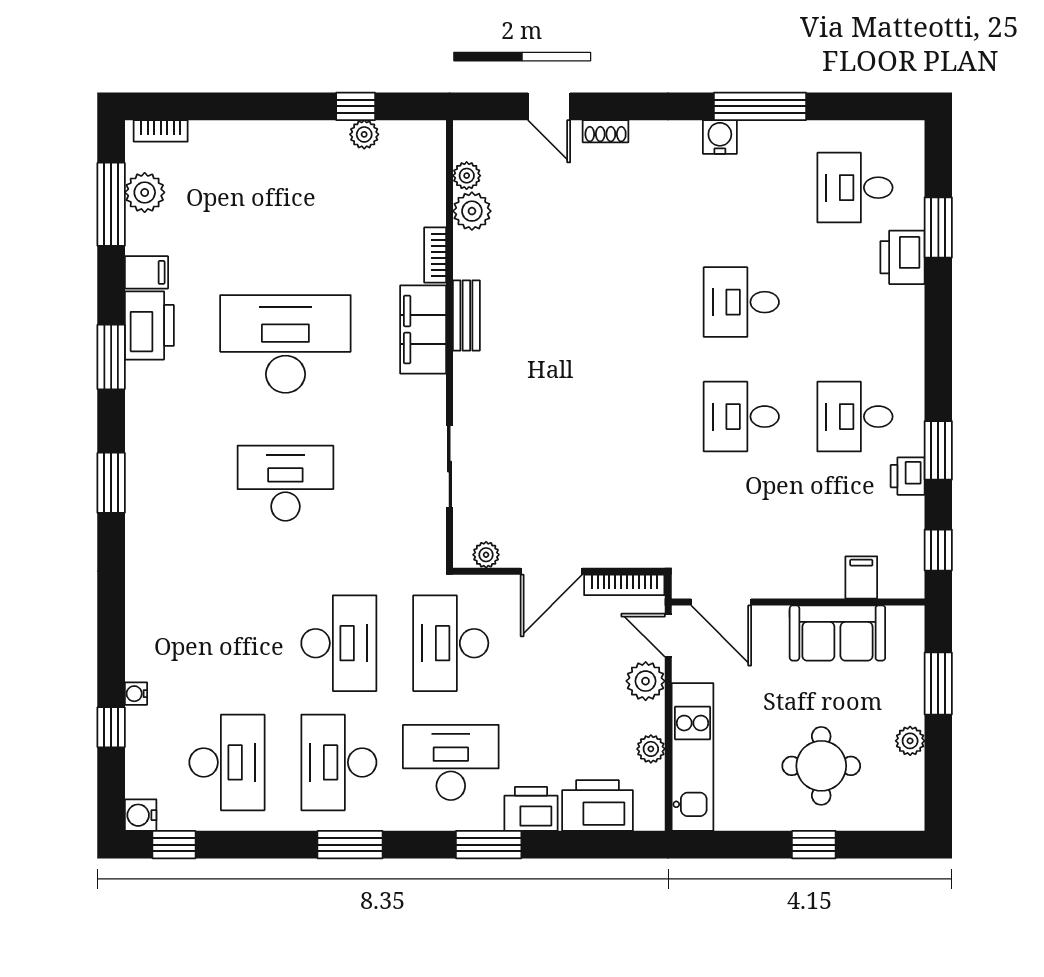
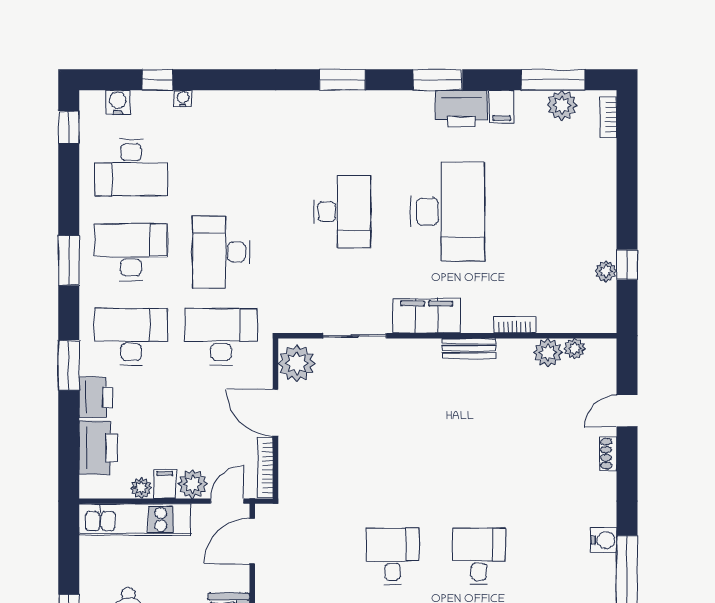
filing cabinet: (423, 330) -> (427, 316), moved
plant: (486, 555) -> (297, 363), width x1.88, depth x1.88
desk: (339, 643) -> (221, 252), turned 90
filing cabinet: (645, 718) -> (165, 484), added
desk: (451, 762) -> (131, 337), turned -90
water cooler: (141, 815) -> (118, 102), moved

